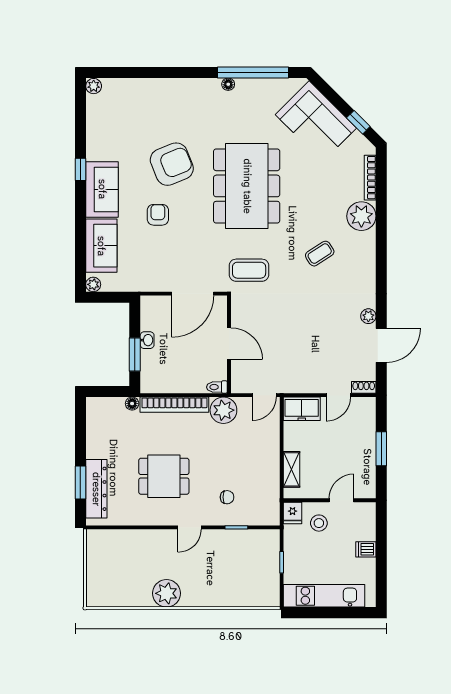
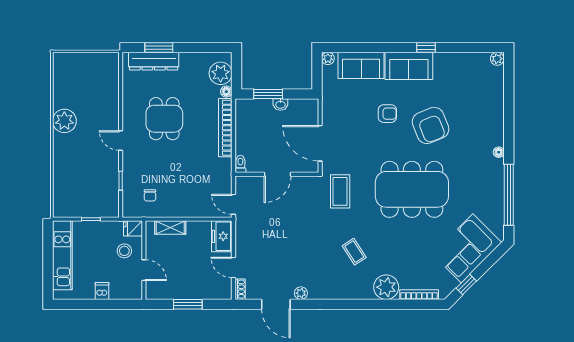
floor lamp: (228, 84) -> (499, 152), moved
plant: (223, 410) -> (221, 73), moved
chair: (227, 497) -> (150, 195), moved

